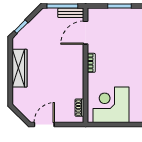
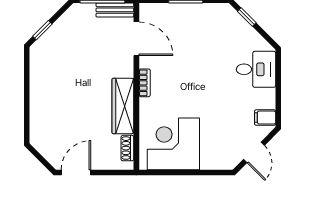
door: (86, 33) -> (136, 39), swing flipped
wardrobe: (20, 68) -> (123, 106), moved, turned 180

